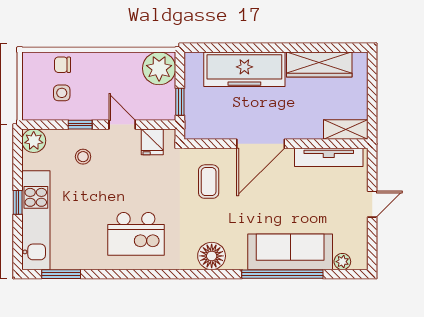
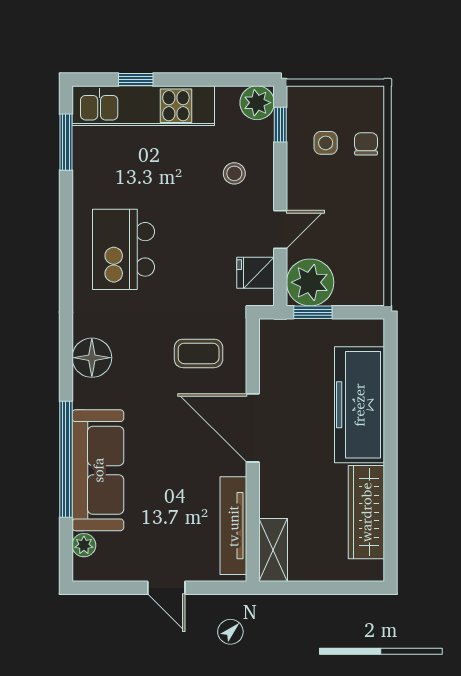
plant: (159, 68) -> (310, 282), moved
window: (80, 125) -> (280, 125), moved
window: (18, 202) -> (136, 80), moved

